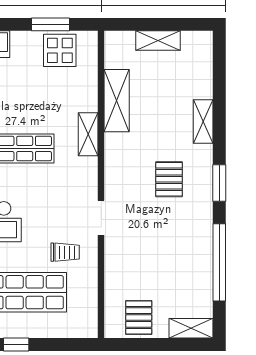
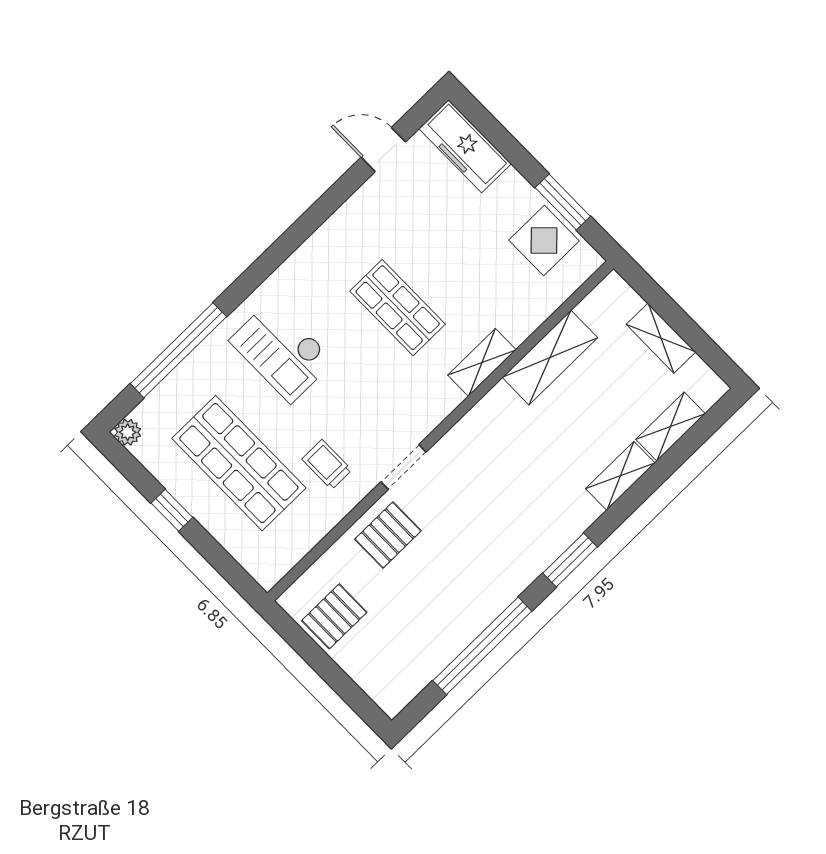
pallet: (169, 179) -> (388, 535), moved
trolley: (65, 252) -> (327, 464), turned 180
shelving: (191, 328) -> (670, 427), moved, turned 90

